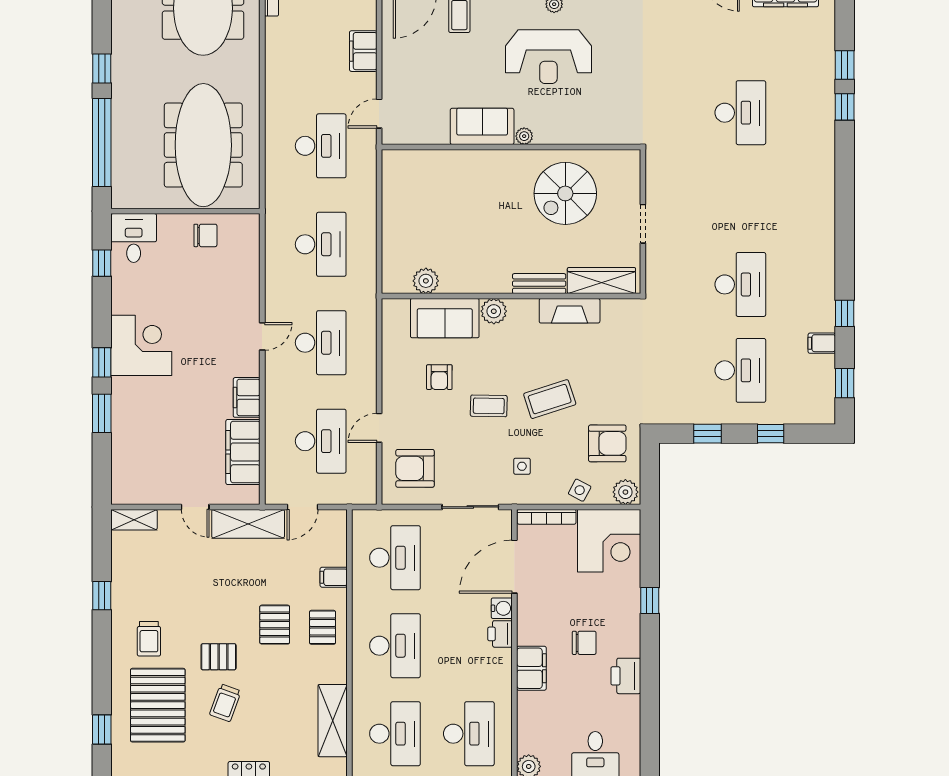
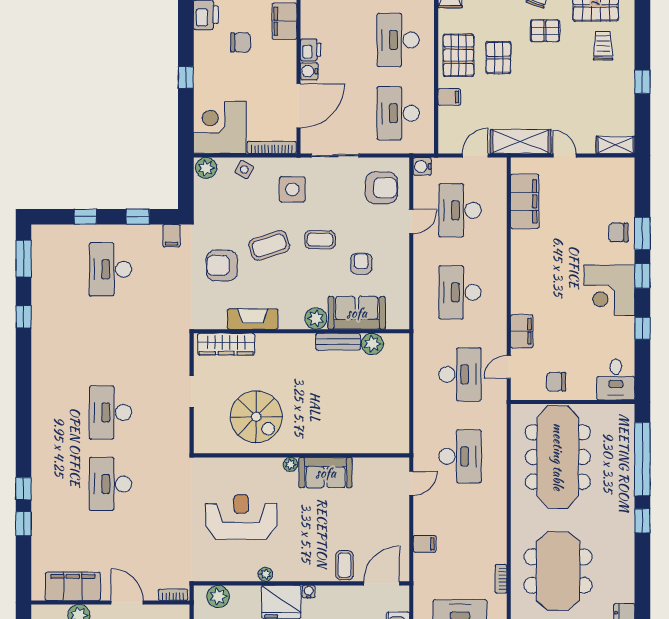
filing cabinet: (363, 51) -> (425, 544), width x0.50
reception desk: (548, 57) -> (241, 517), moved
desk: (321, 146) -> (460, 456), turned 180
spiral stairs: (565, 193) -> (256, 417), turned 90
desk: (321, 244) -> (460, 374), turned 180
window: (102, 263) -> (642, 328), moved
bench: (539, 284) -> (338, 342), moved
desk: (740, 284) -> (110, 412), moved
door: (262, 336) -> (509, 367), moved
filing cabinet: (822, 343) -> (171, 236), moved, turned 90
window: (845, 383) -> (24, 259), width x1.50
filing cabinet: (247, 397) -> (522, 331), moved
chair: (131, 415) -> (618, 232), added
armchair: (607, 443) -> (222, 265), moved
side table: (522, 466) -> (292, 189), width x1.87, depth x1.87
water cooler: (366, 494) -> (422, 166), added
pallet: (323, 627) -> (458, 55), width x1.50, depth x1.42
chair: (584, 643) -> (240, 42), turned 180

